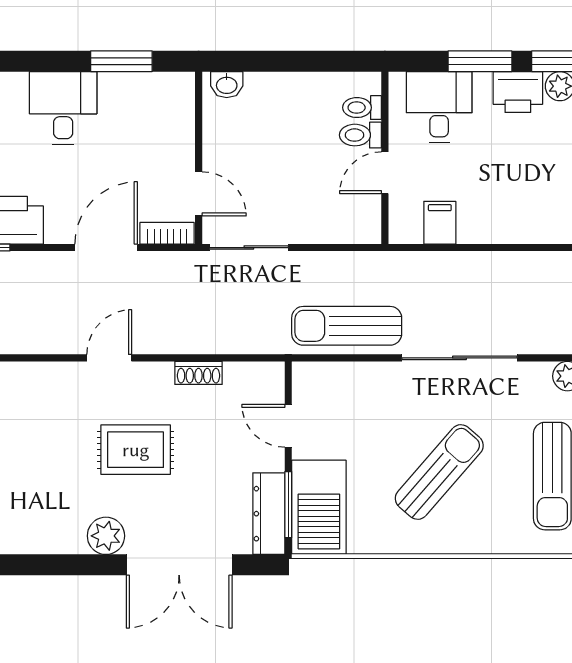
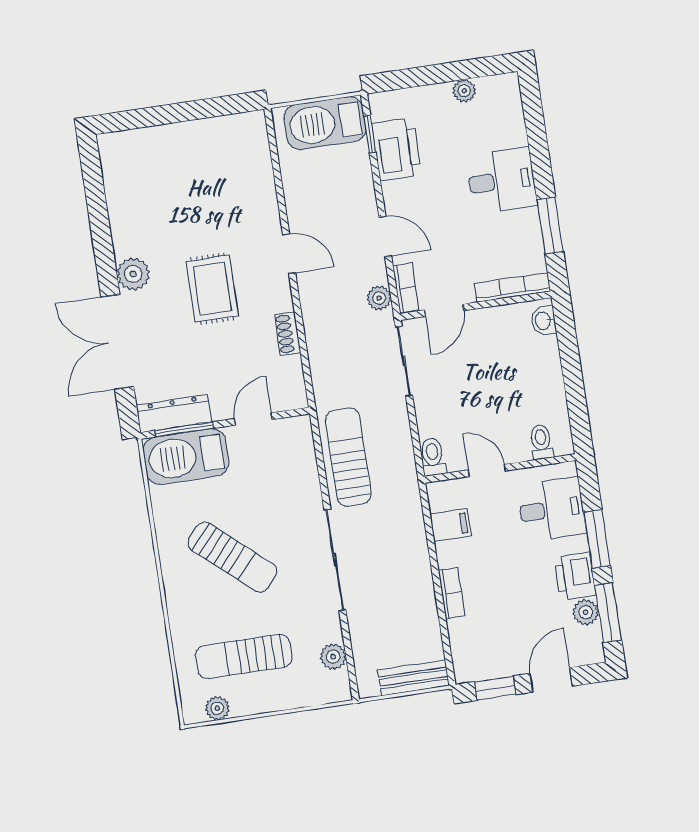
bookcase: (184, 114) -> (512, 287), added
toilet: (360, 135) -> (433, 457), moved
bookcase: (516, 233) -> (452, 593), added
door: (106, 248) -> (385, 236), width x0.73
plant: (174, 265) -> (379, 298), added

